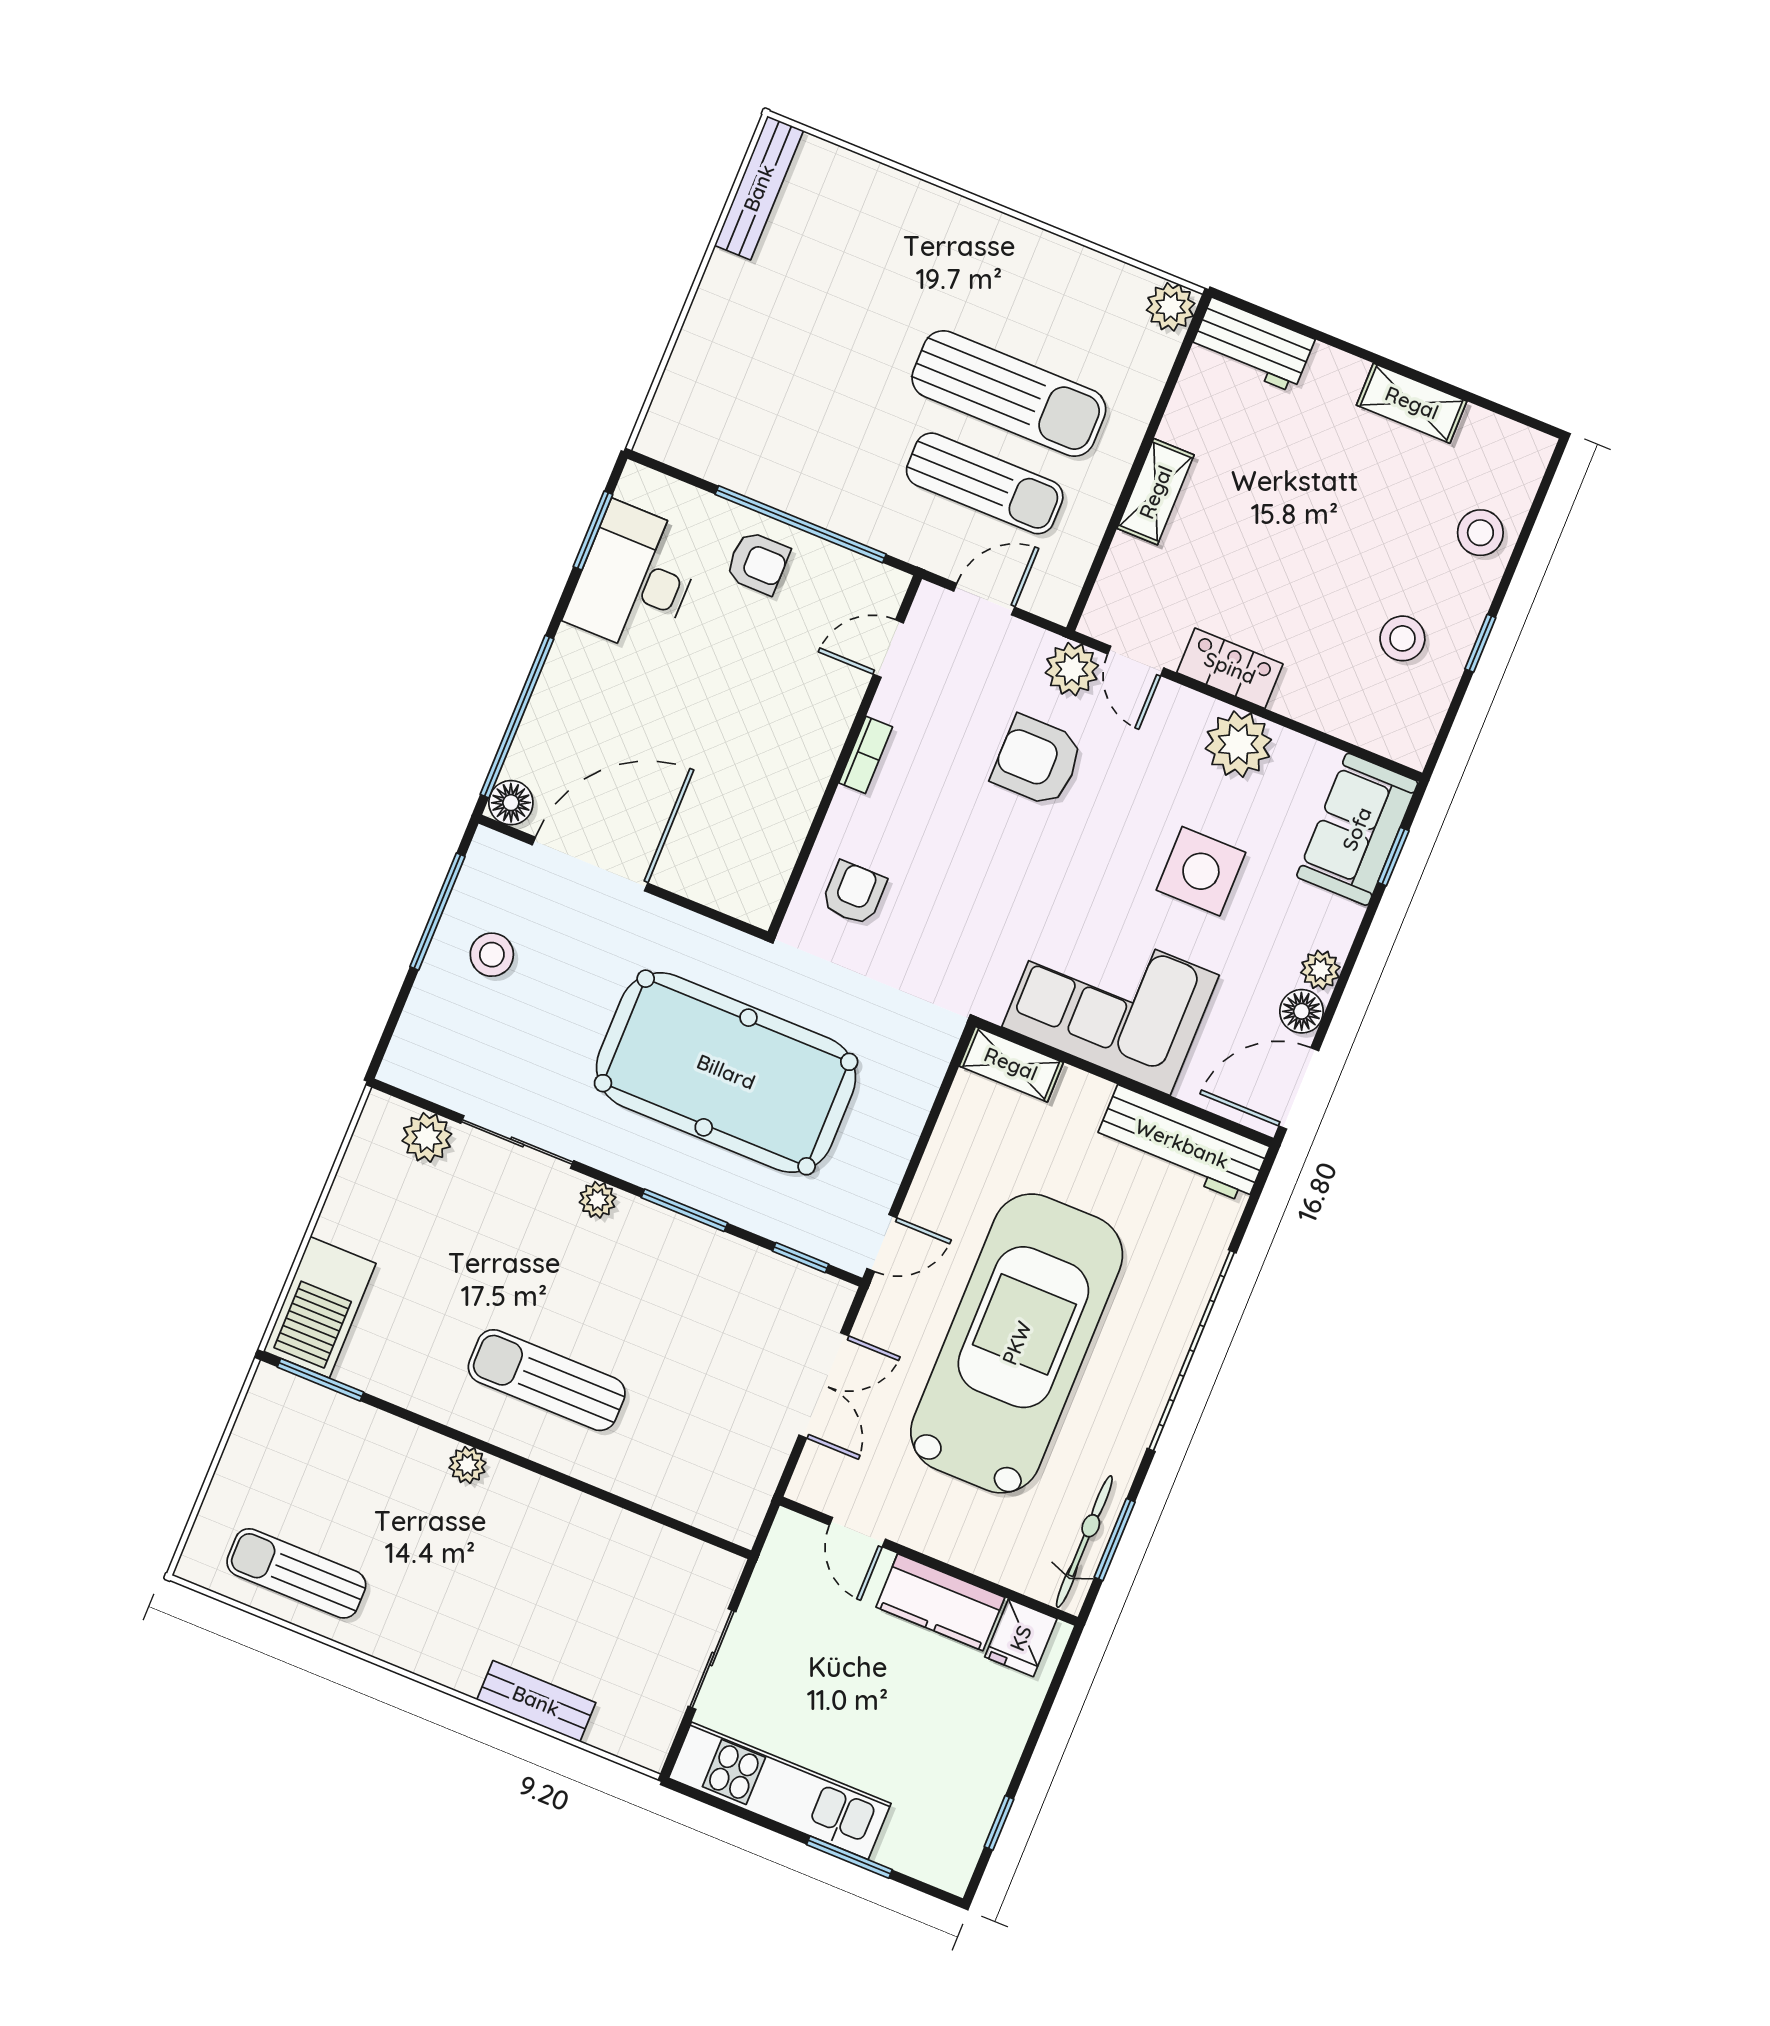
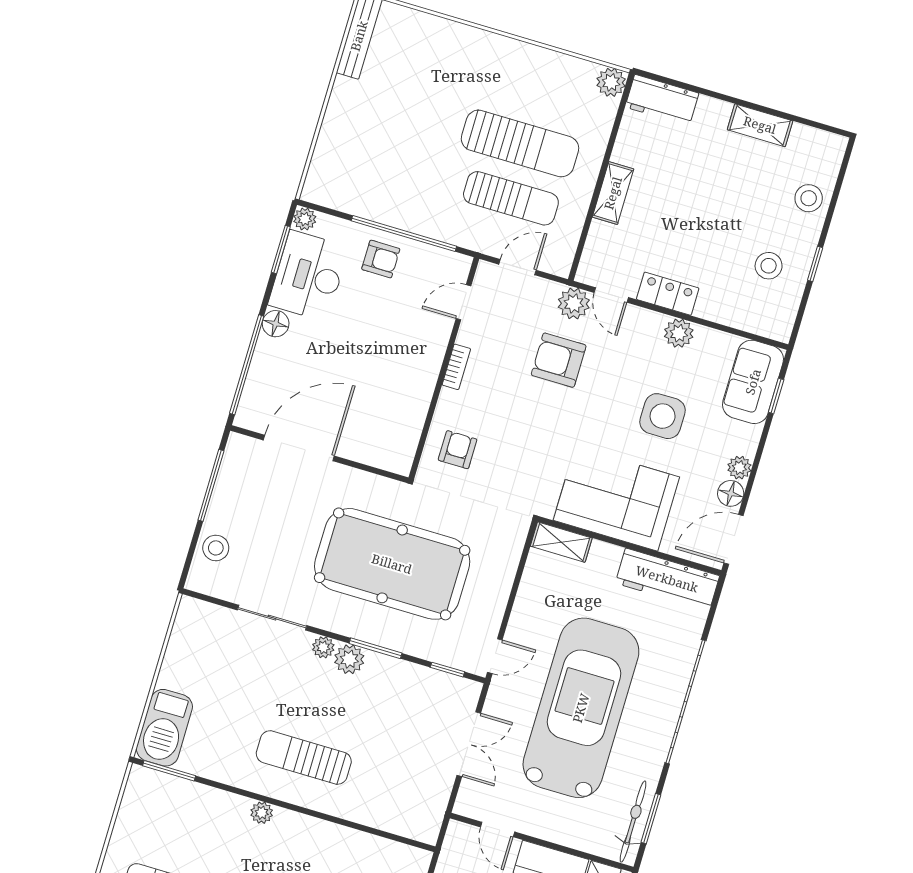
plant: (638, 484) -> (305, 219), added
plant: (1238, 744) -> (679, 333), width x0.73, depth x0.73
floor lamp: (511, 803) -> (276, 324), moved
stool: (492, 955) -> (216, 548), moved
plant: (427, 1137) -> (349, 659), moved

